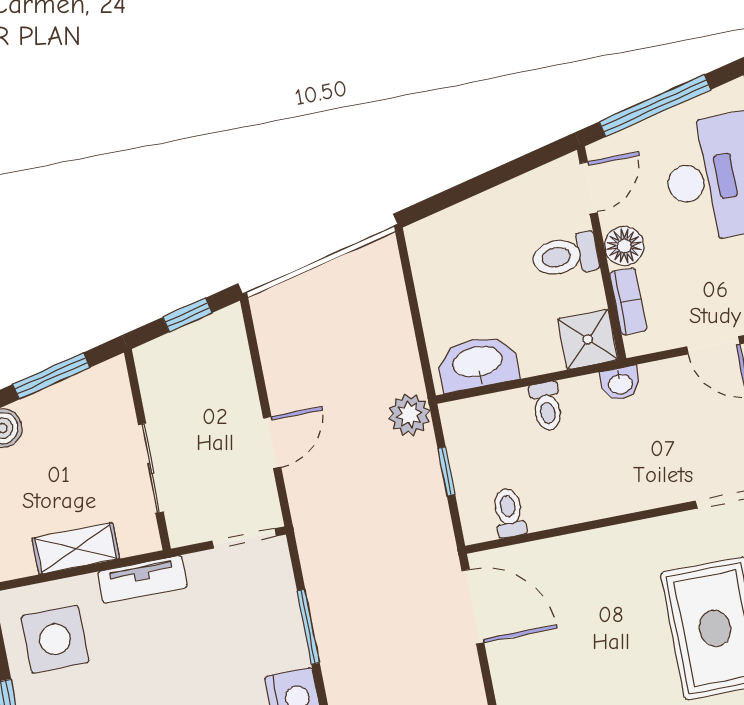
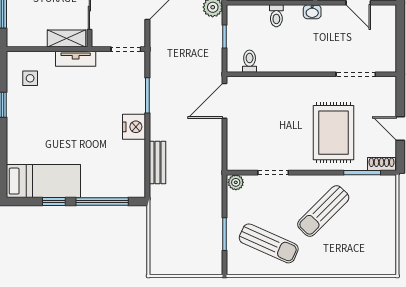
shelving: (76, 548) -> (66, 39), moved
door: (473, 607) -> (225, 101), swing flipped
side table: (55, 639) -> (30, 78), width x0.54, depth x0.54

